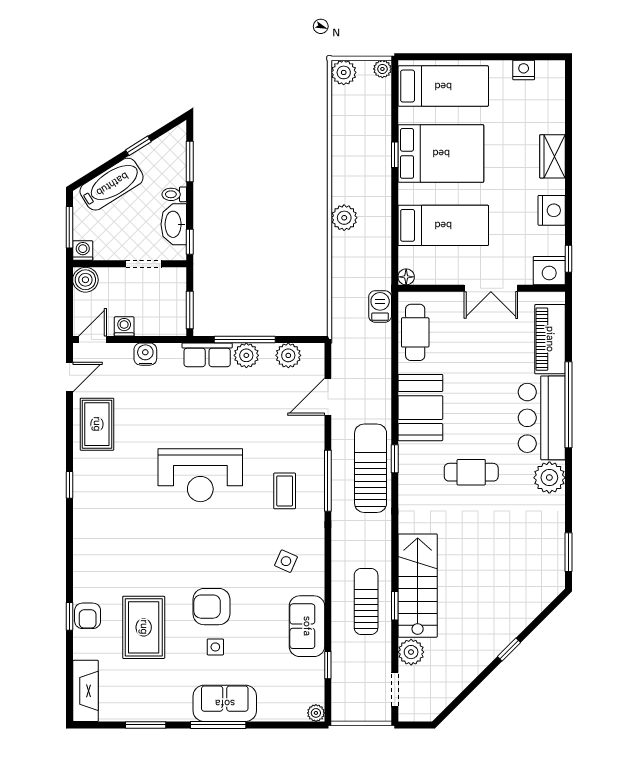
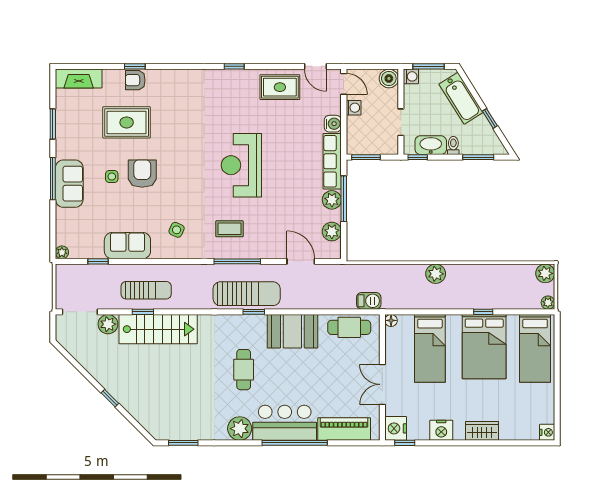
nightstand: (524, 70) -> (547, 432), moved
row of seats: (207, 355) -> (332, 161), width x1.48
doorway: (395, 689) -> (80, 312), width x1.38

